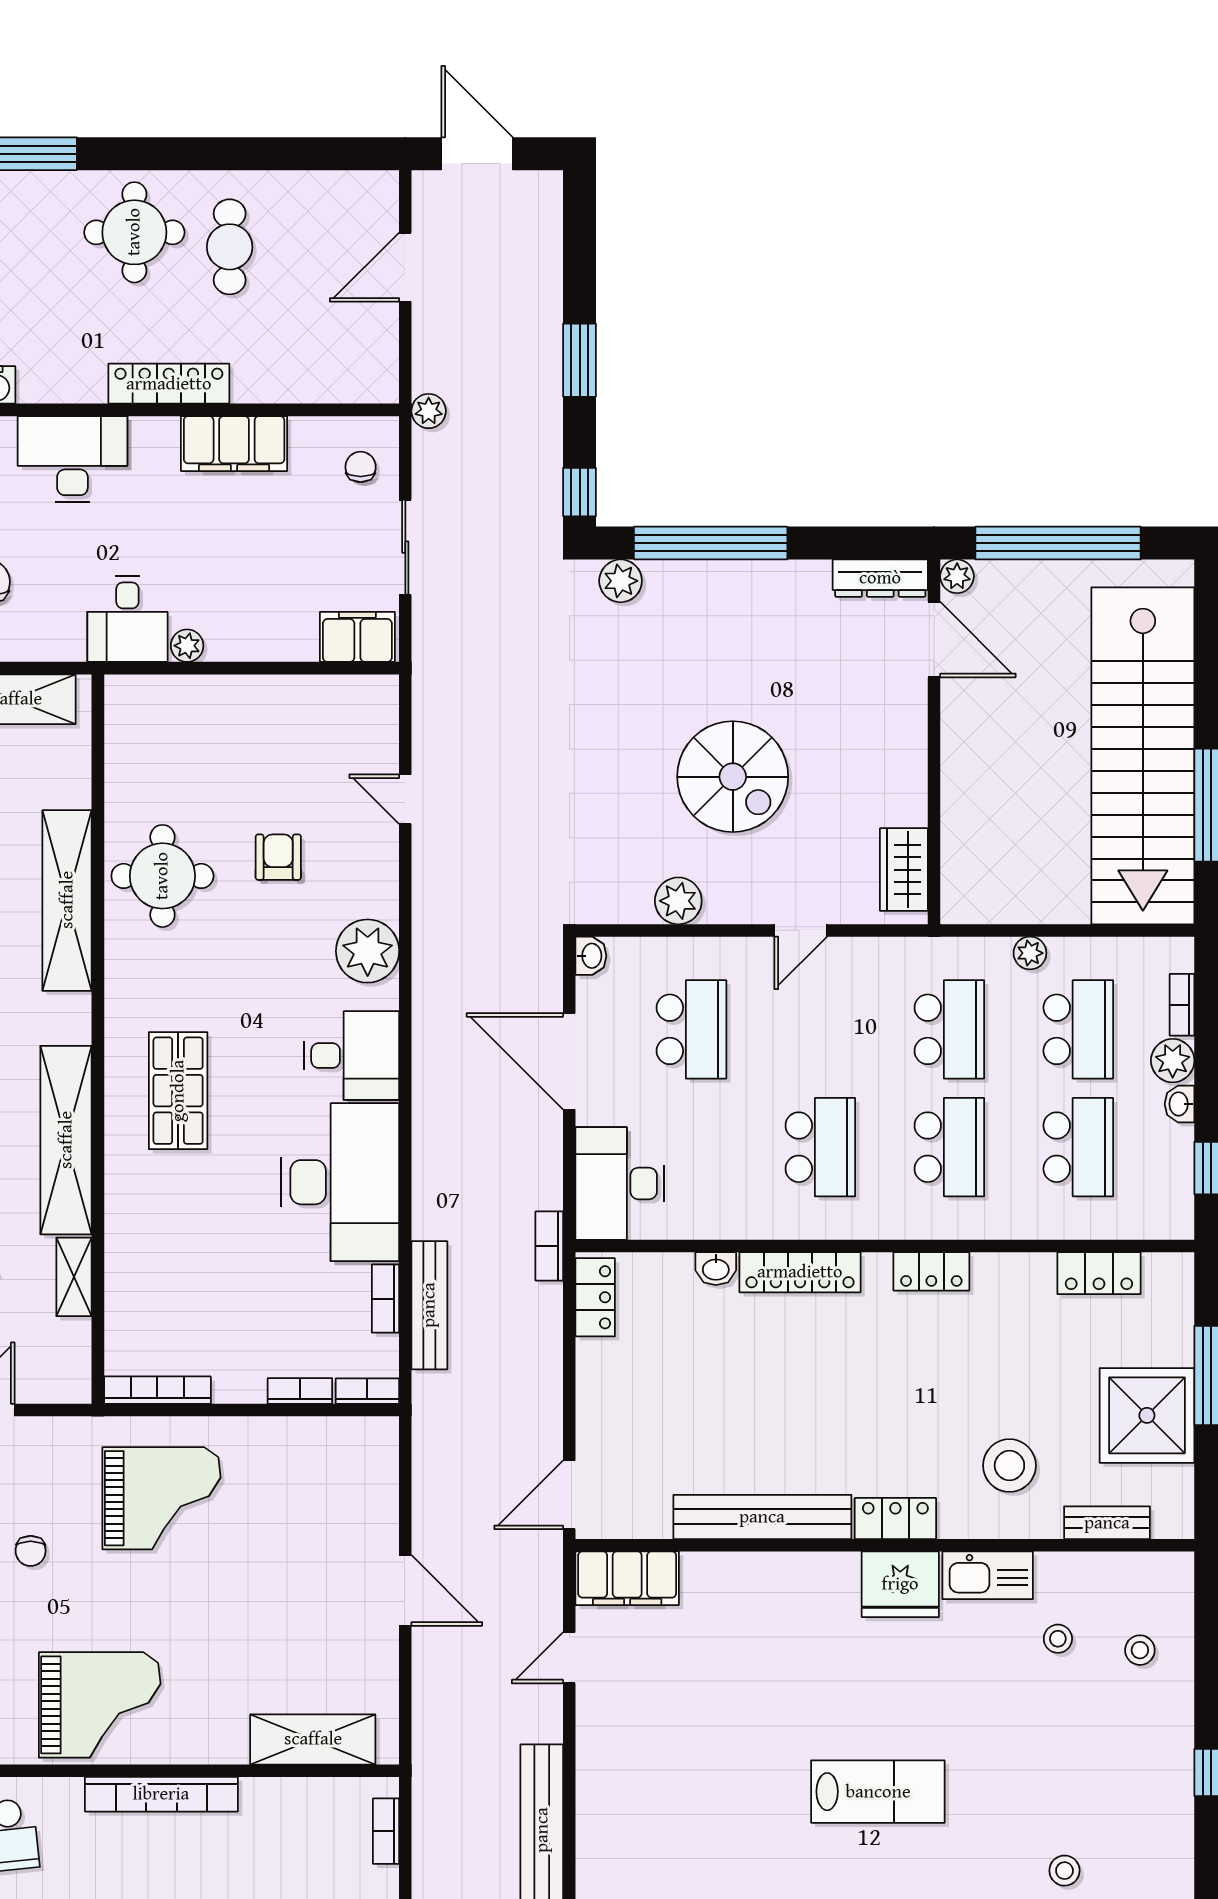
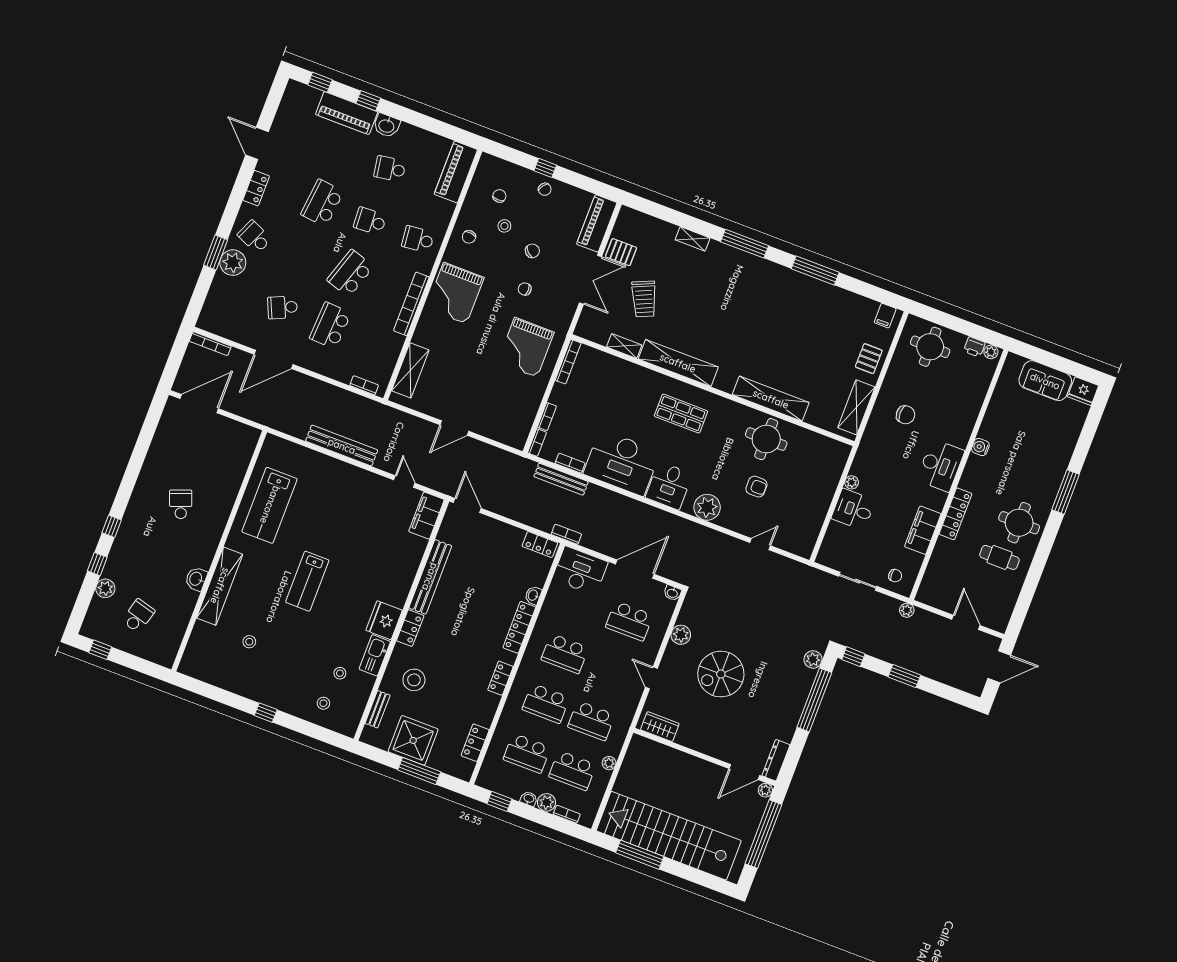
desk: (127, 619) -> (853, 509), moved
filing cabinet: (357, 637) -> (830, 549), removed

